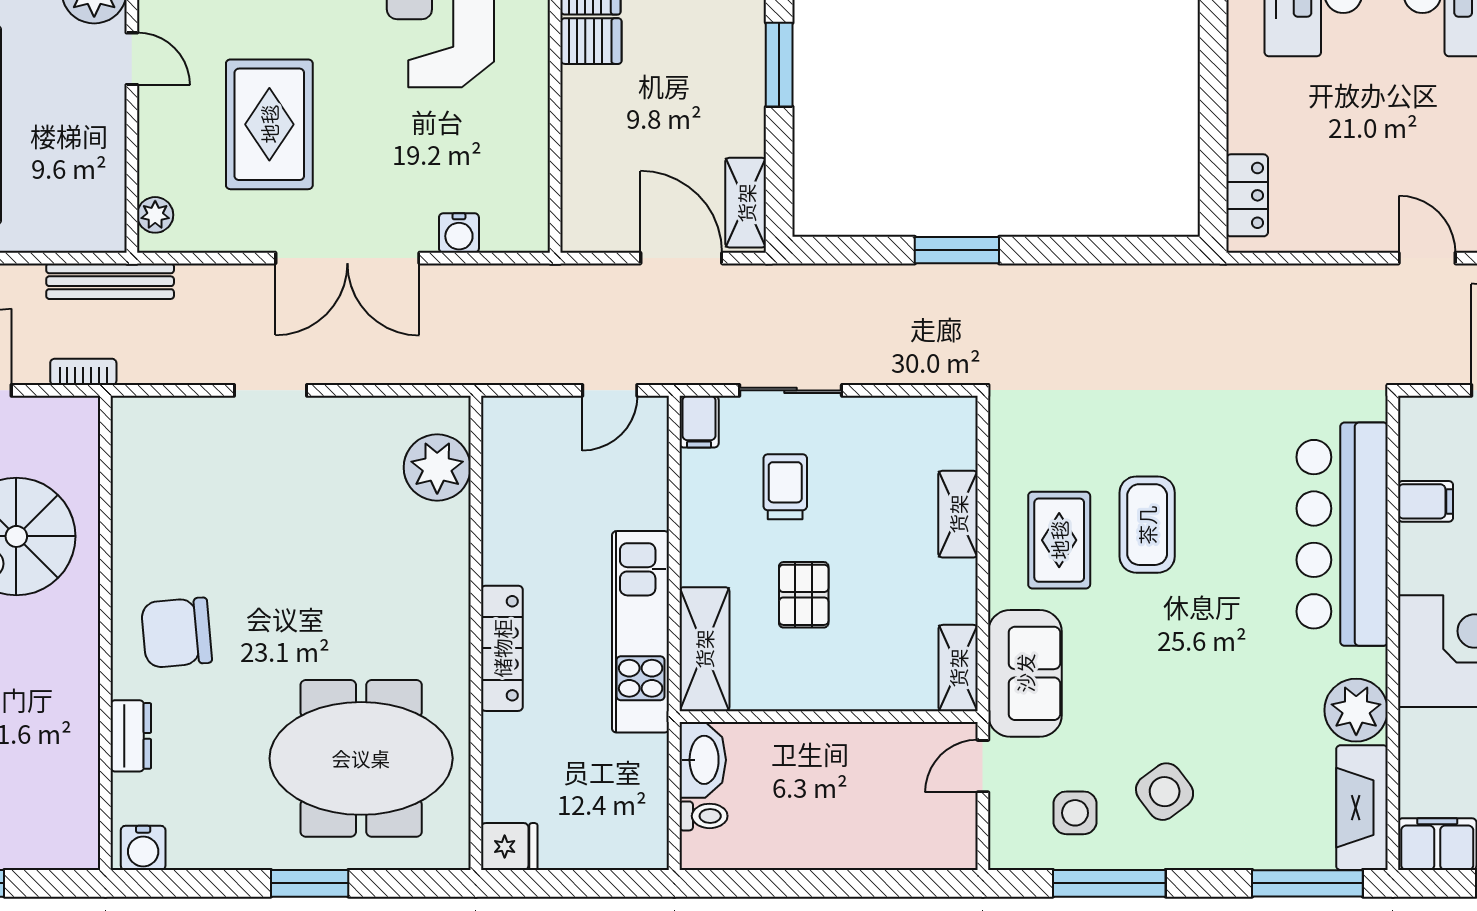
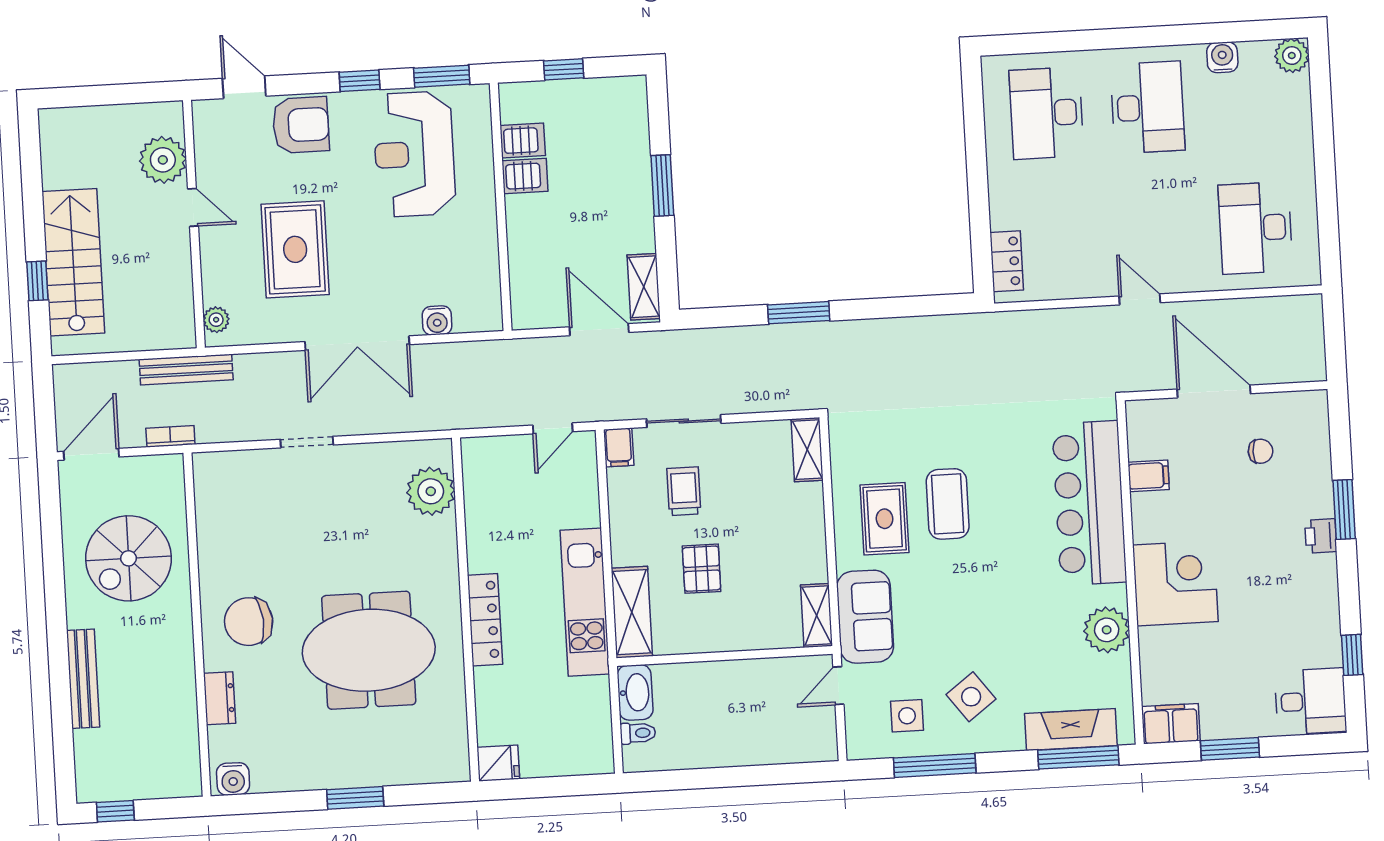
shelving: (958, 514) -> (807, 450), moved
meeting table: (361, 758) -> (369, 650), moved
fireplace: (1362, 808) -> (1071, 730), moved, turned 90

